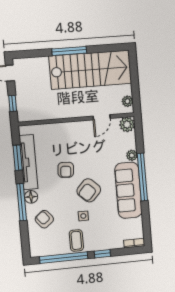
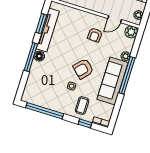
armchair: (66, 170) -> (95, 35), moved
armchair: (44, 219) -> (42, 76), removed
coffee table: (76, 240) -> (82, 106), moved
window: (102, 254) -> (85, 123), moved

